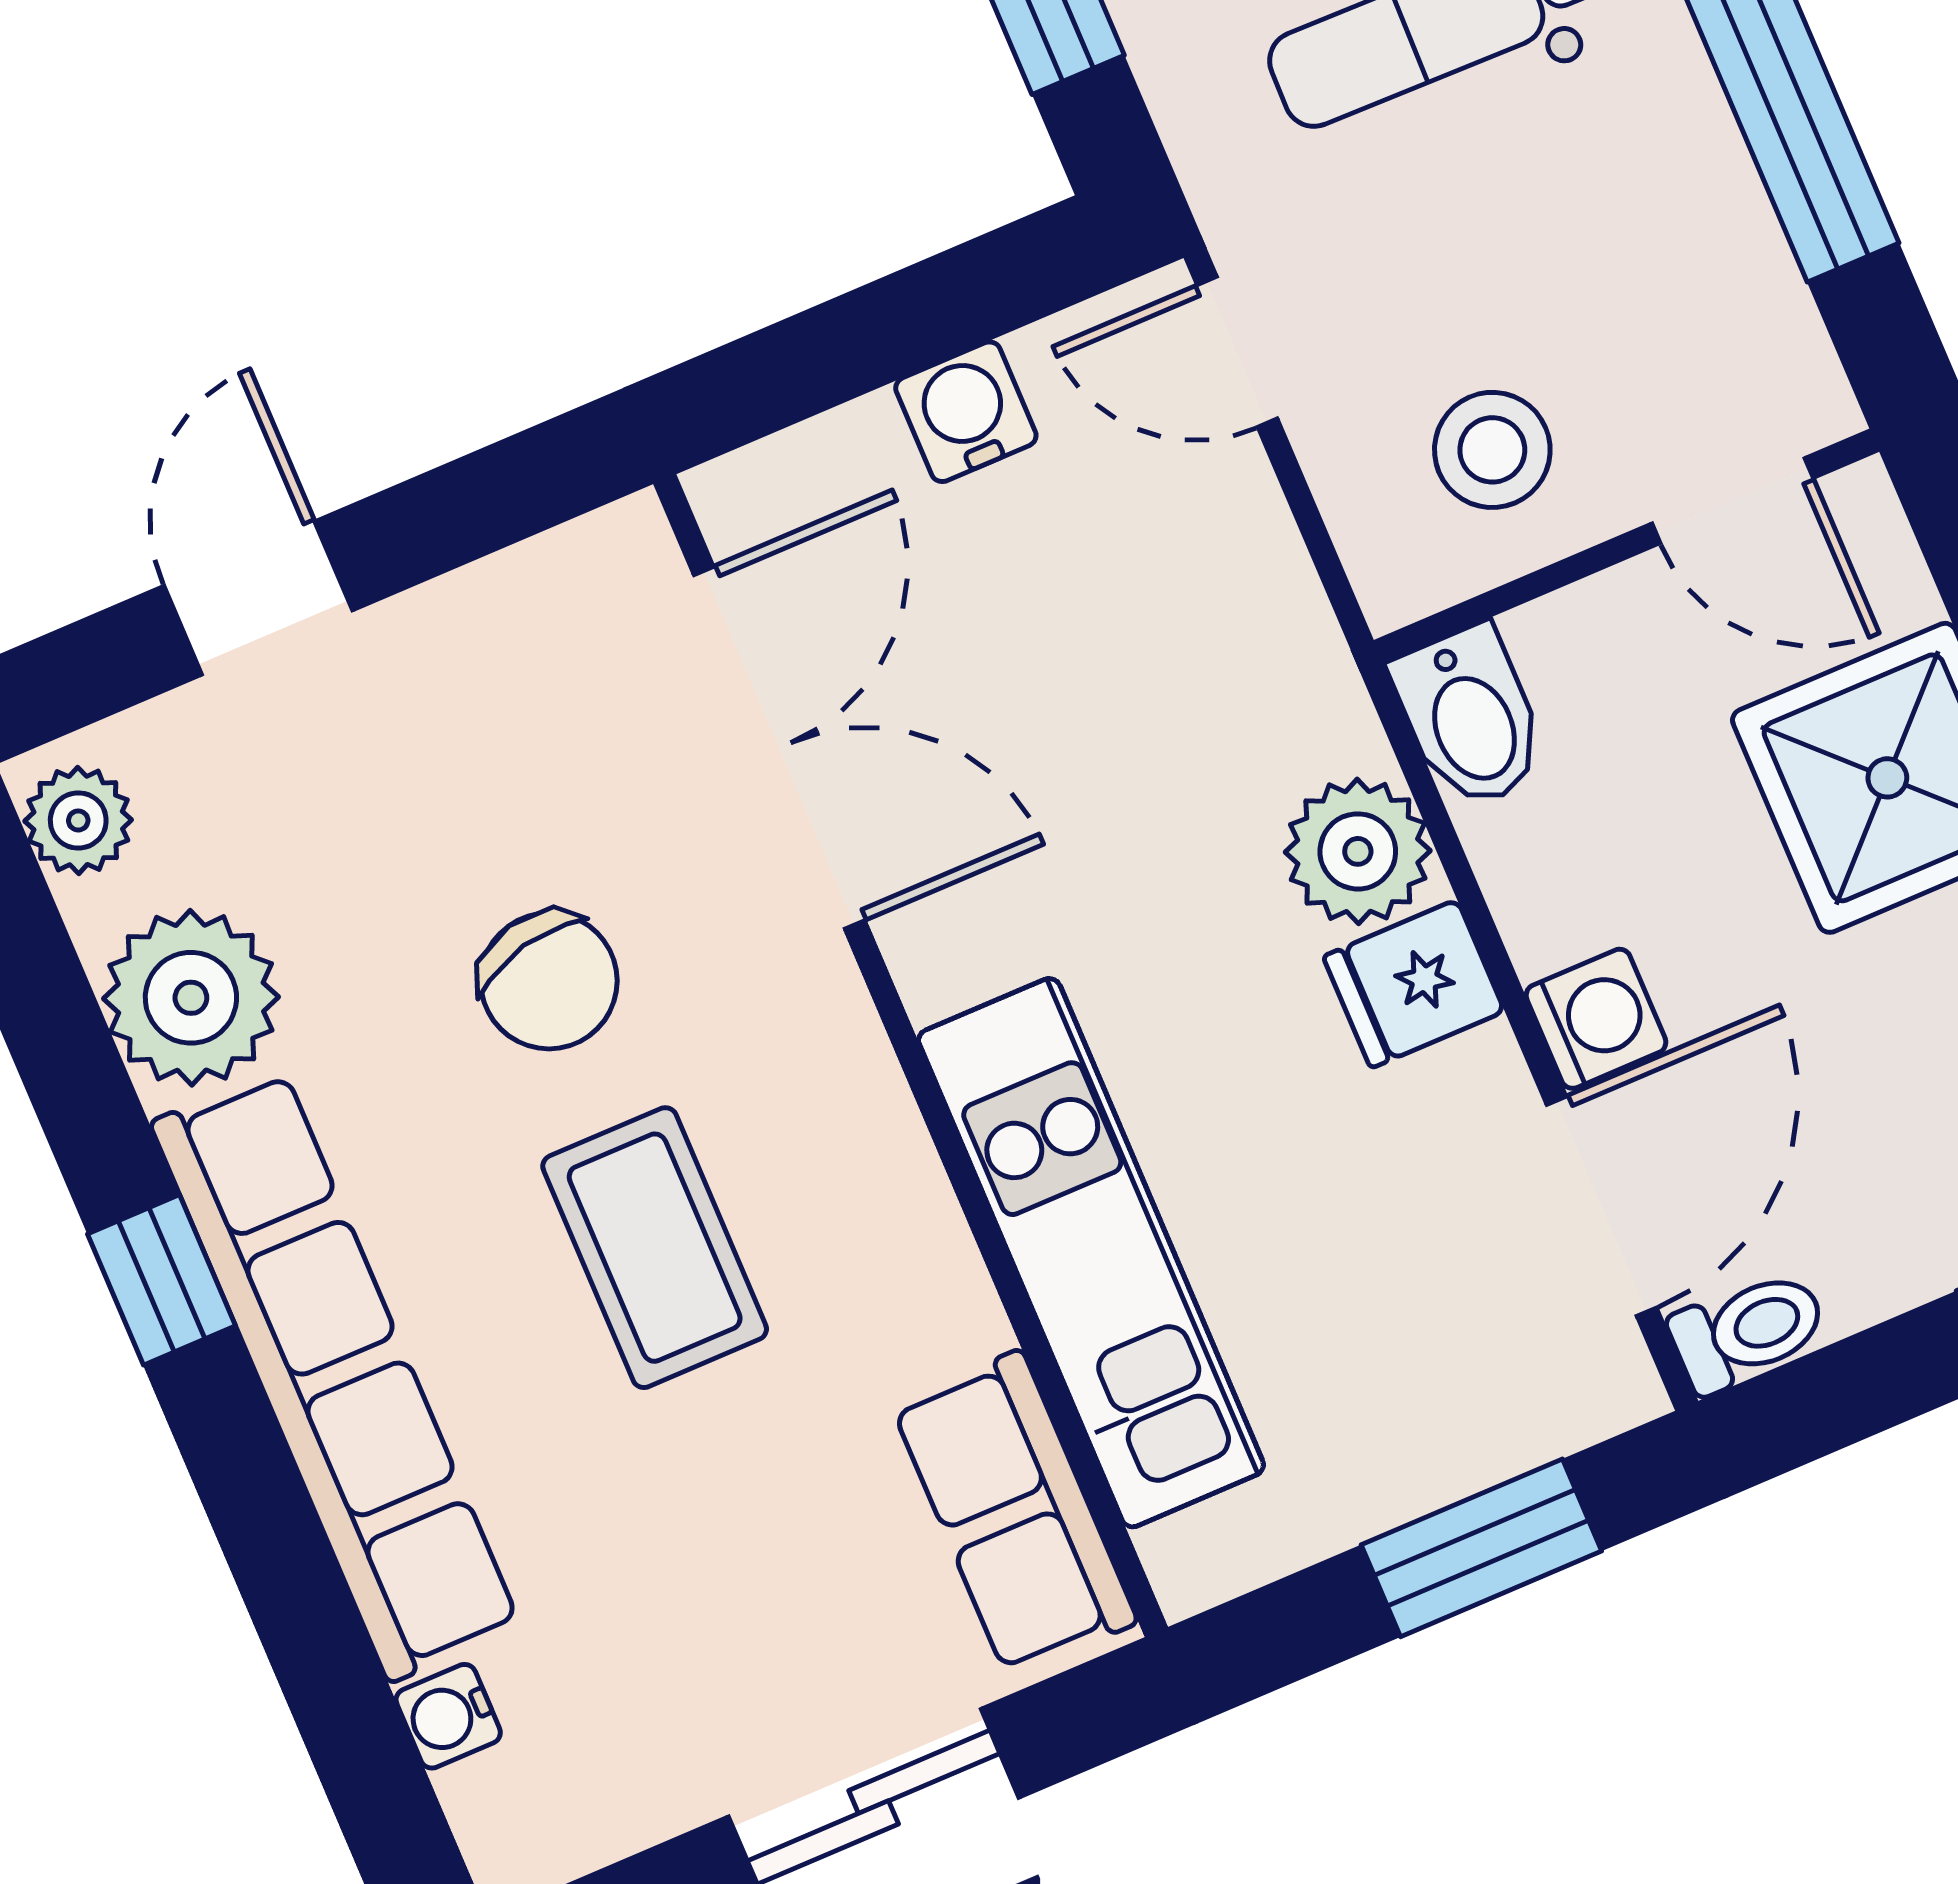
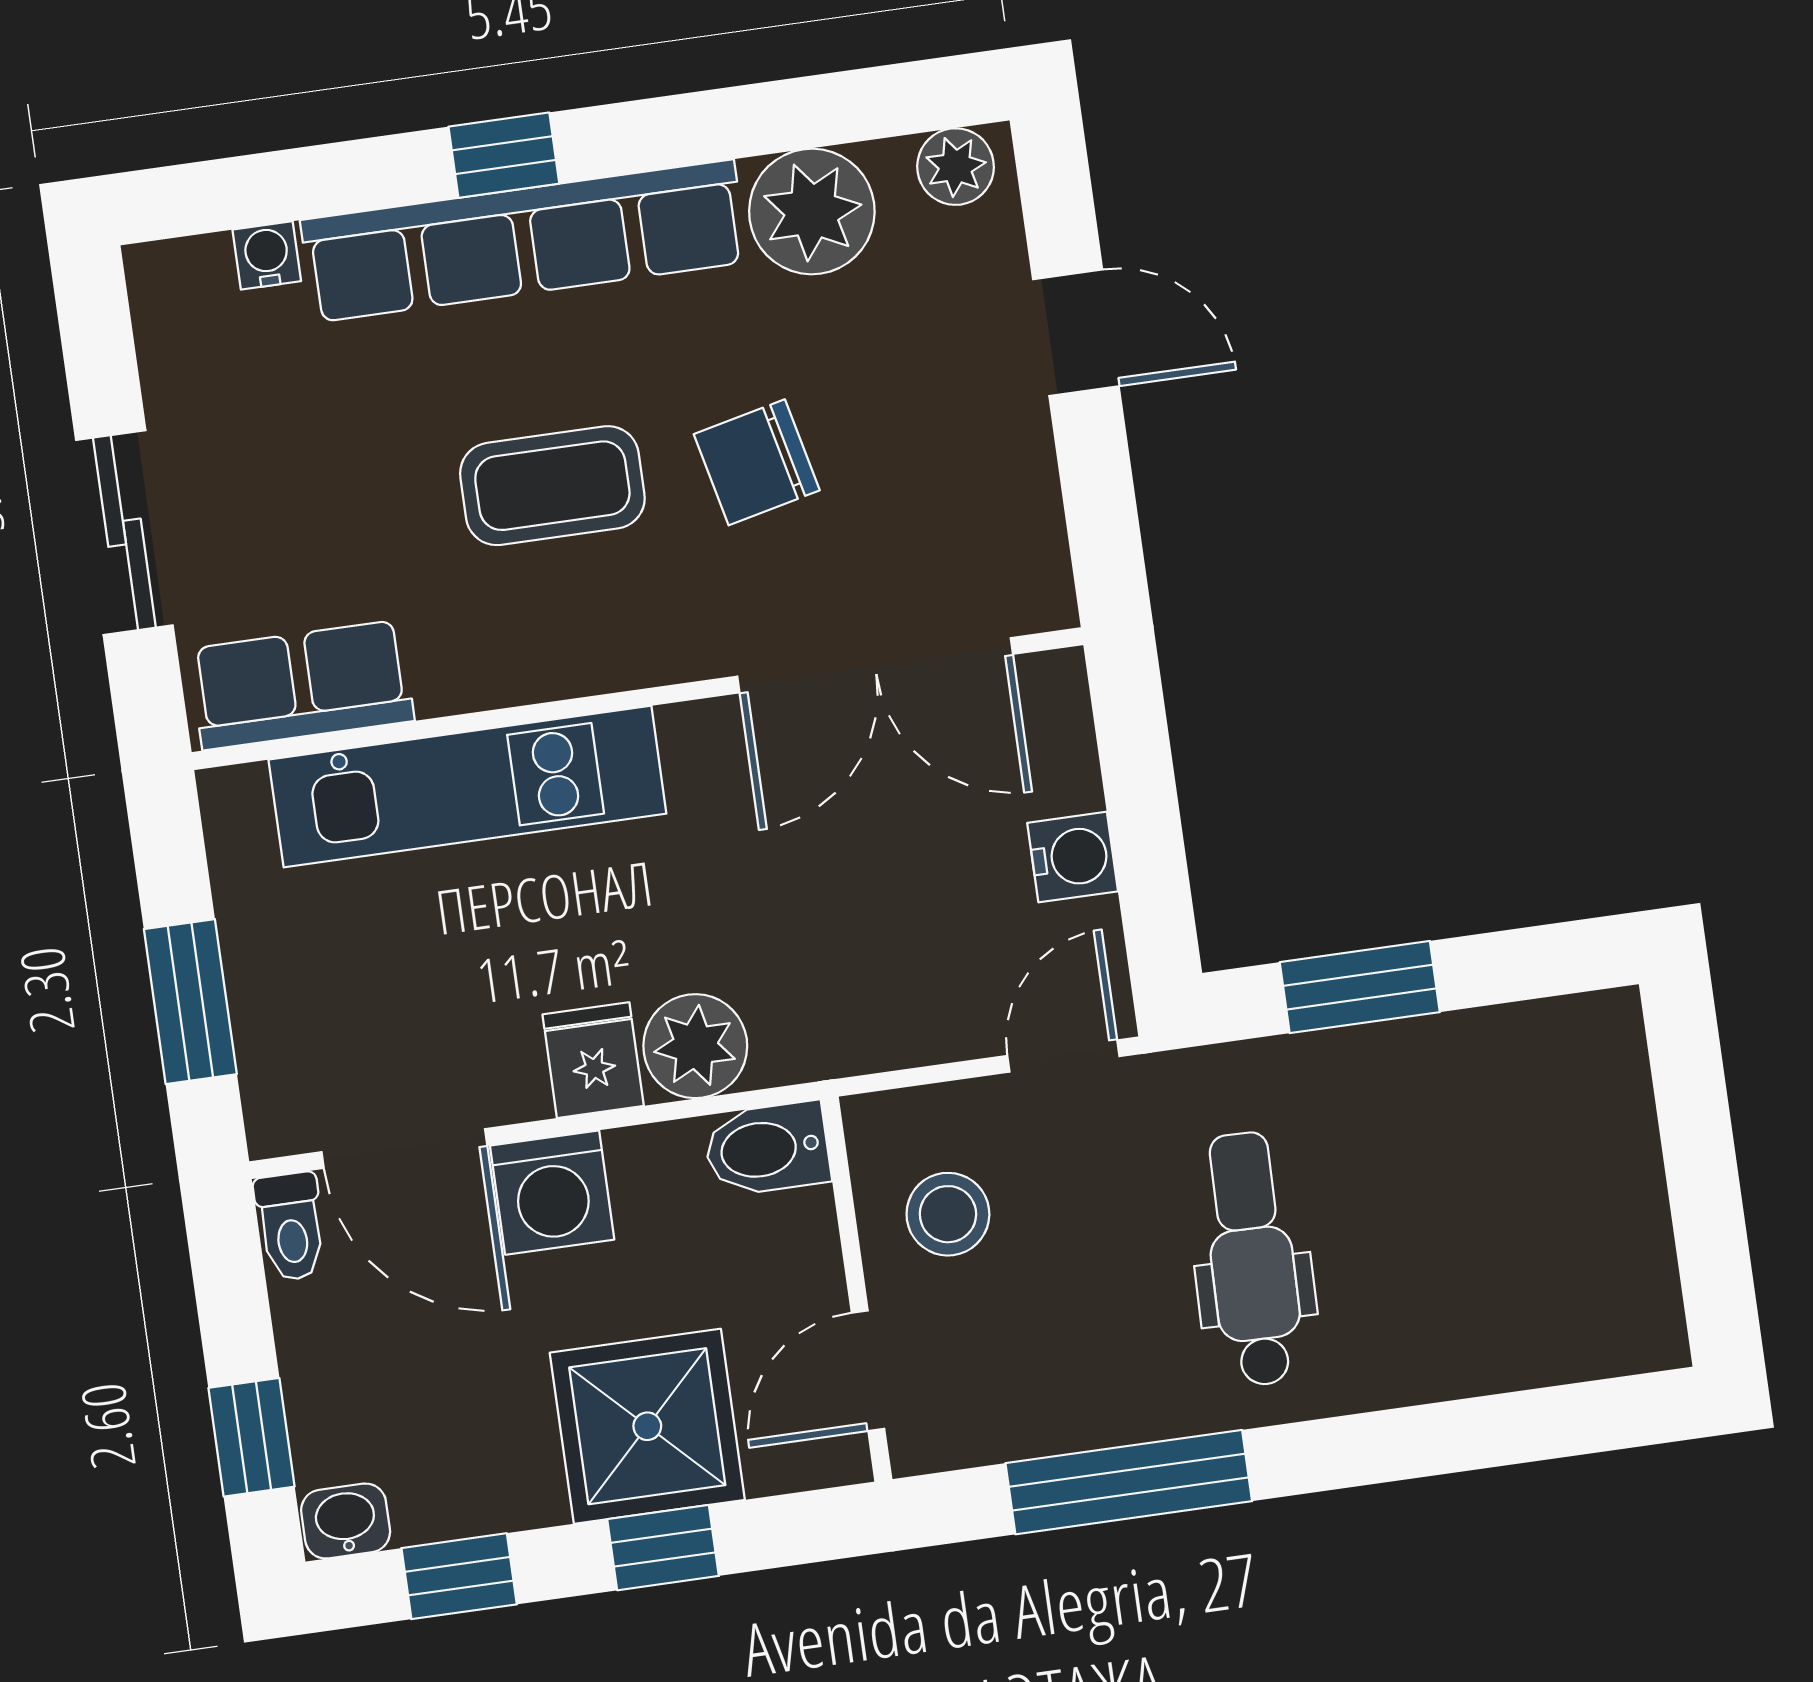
washing machine: (1596, 1019) -> (552, 1193), width x1.38, depth x1.38
window: (162, 1280) -> (504, 155), moved

